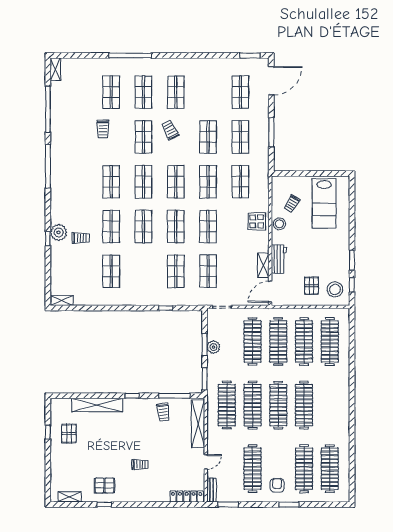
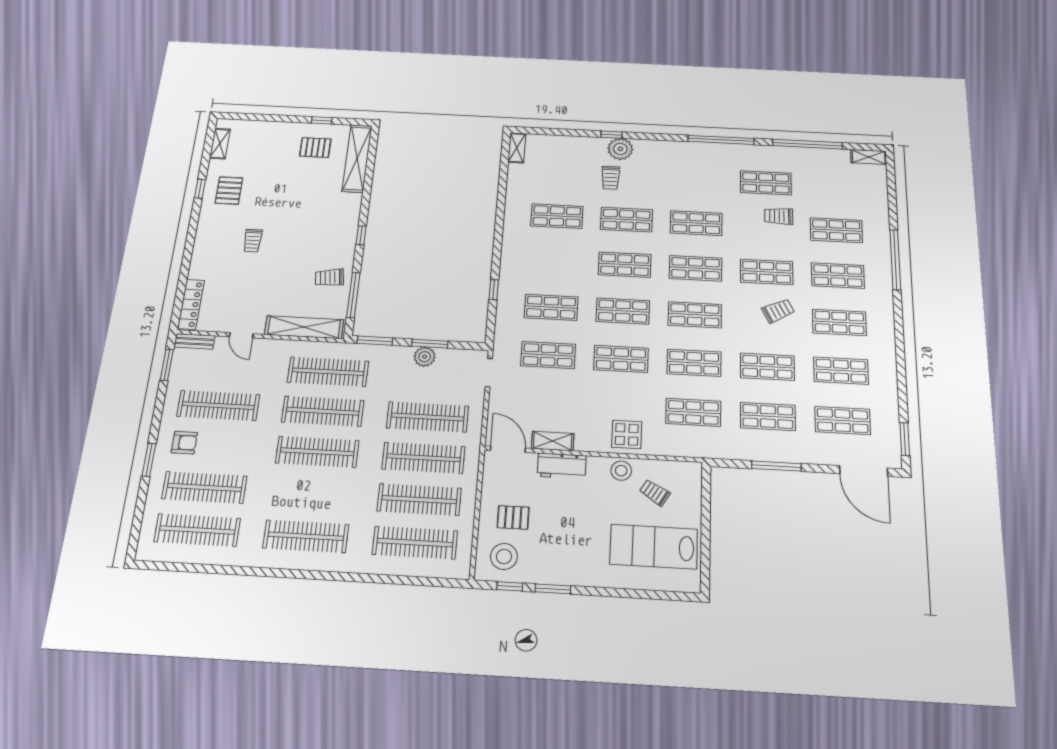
shop shelf: (208, 92) -> (841, 371), added
shop shelf: (79, 137) -> (766, 183), added
shelving: (97, 405) -> (357, 158), moved
clothes rail: (304, 405) -> (306, 536), moved

